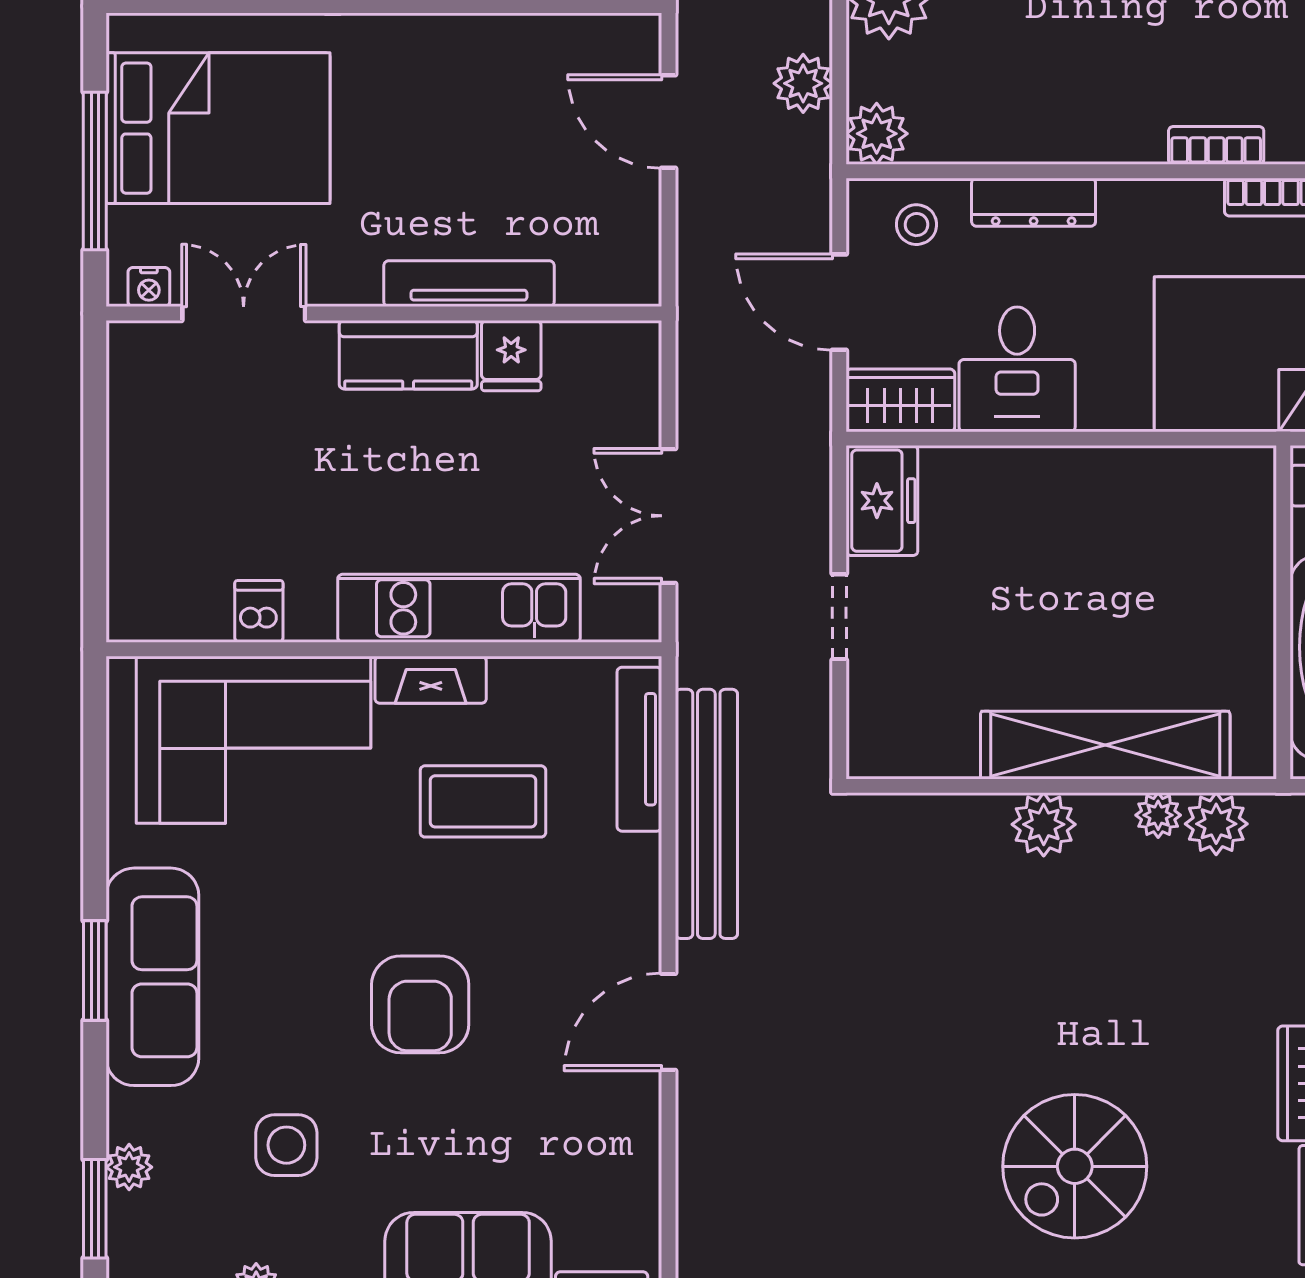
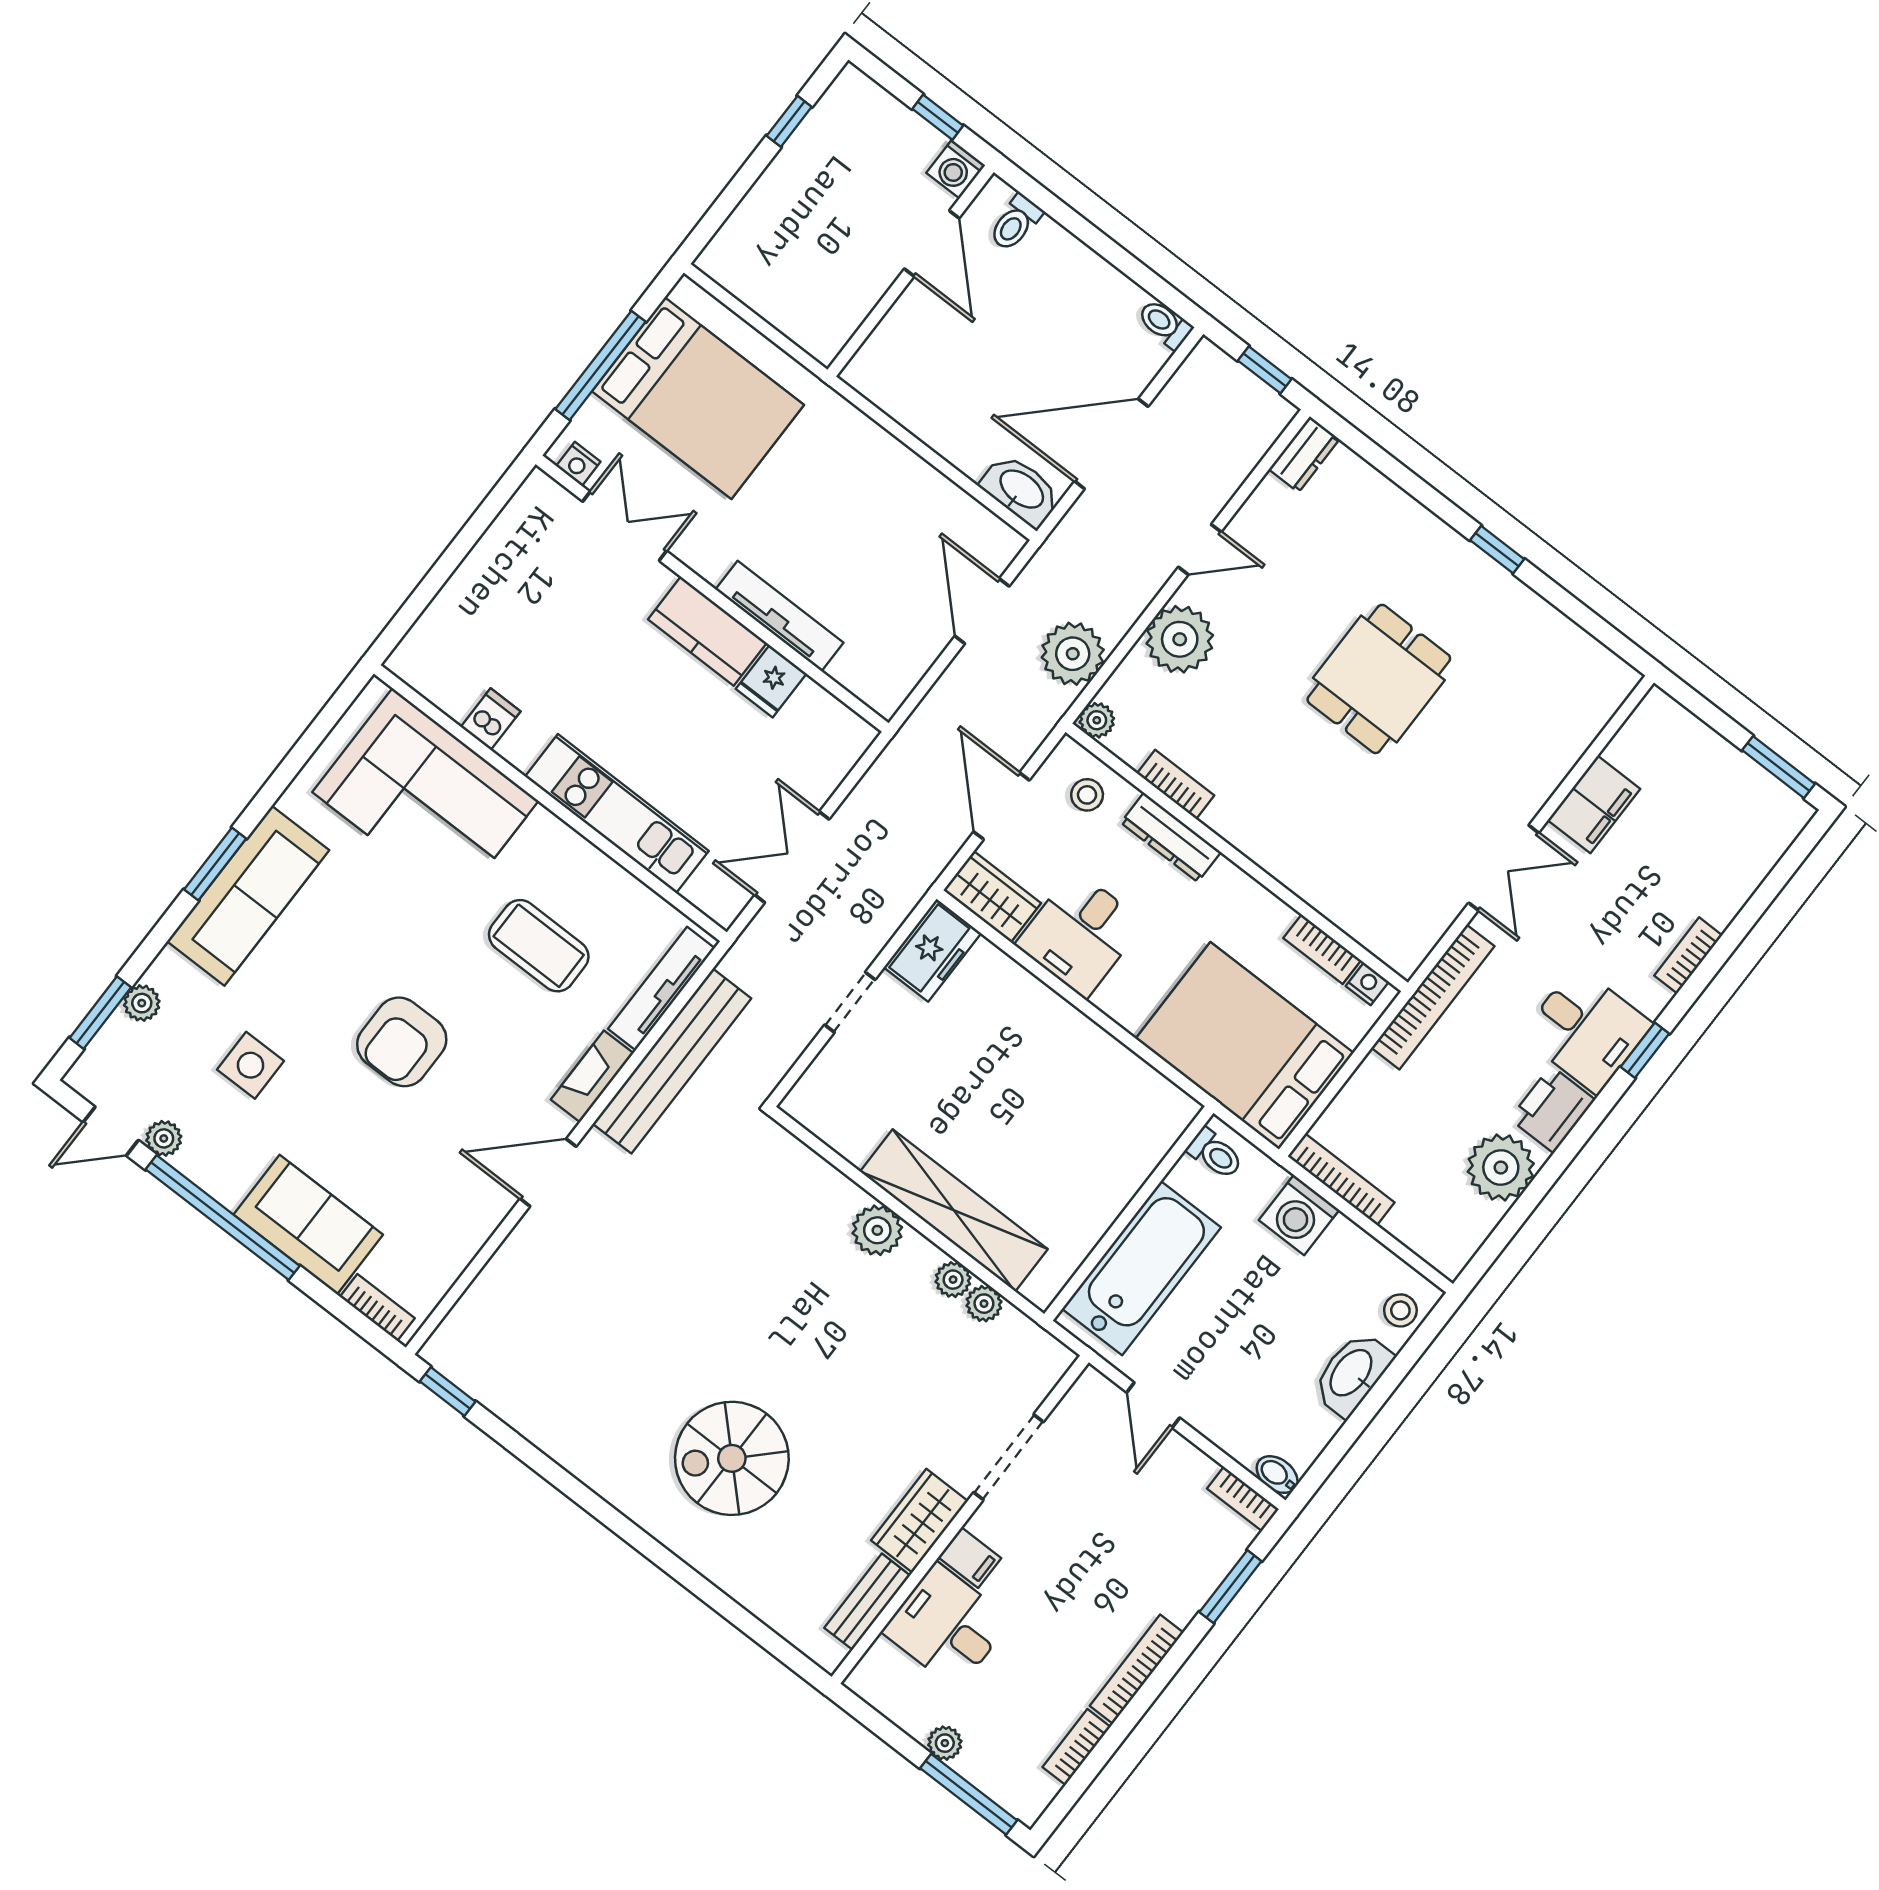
plant: (803, 83) -> (1073, 654), width x1.36, depth x1.36
plant: (877, 134) -> (1097, 720), width x0.73, depth x0.73
bookcase: (1216, 145) -> (1176, 784), moved
fireplace: (431, 680) -> (592, 1076), moved, turned 90
plant: (1216, 824) -> (984, 1304), width x0.73, depth x0.73

